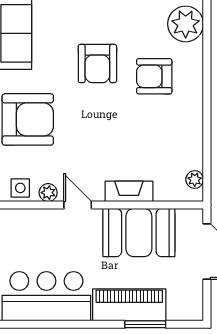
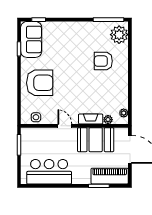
armchair: (97, 64) -> (75, 55), removed
plant: (48, 193) -> (108, 120), moved
piano: (129, 305) -> (110, 176), moved

